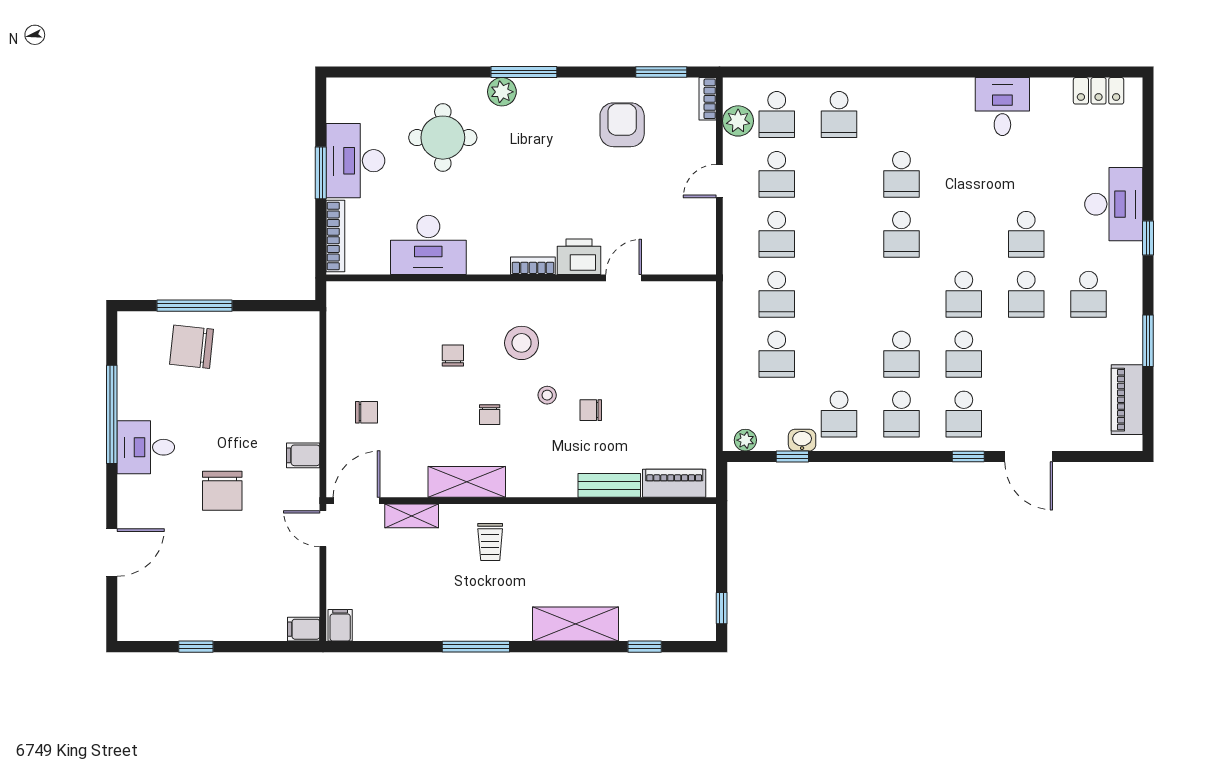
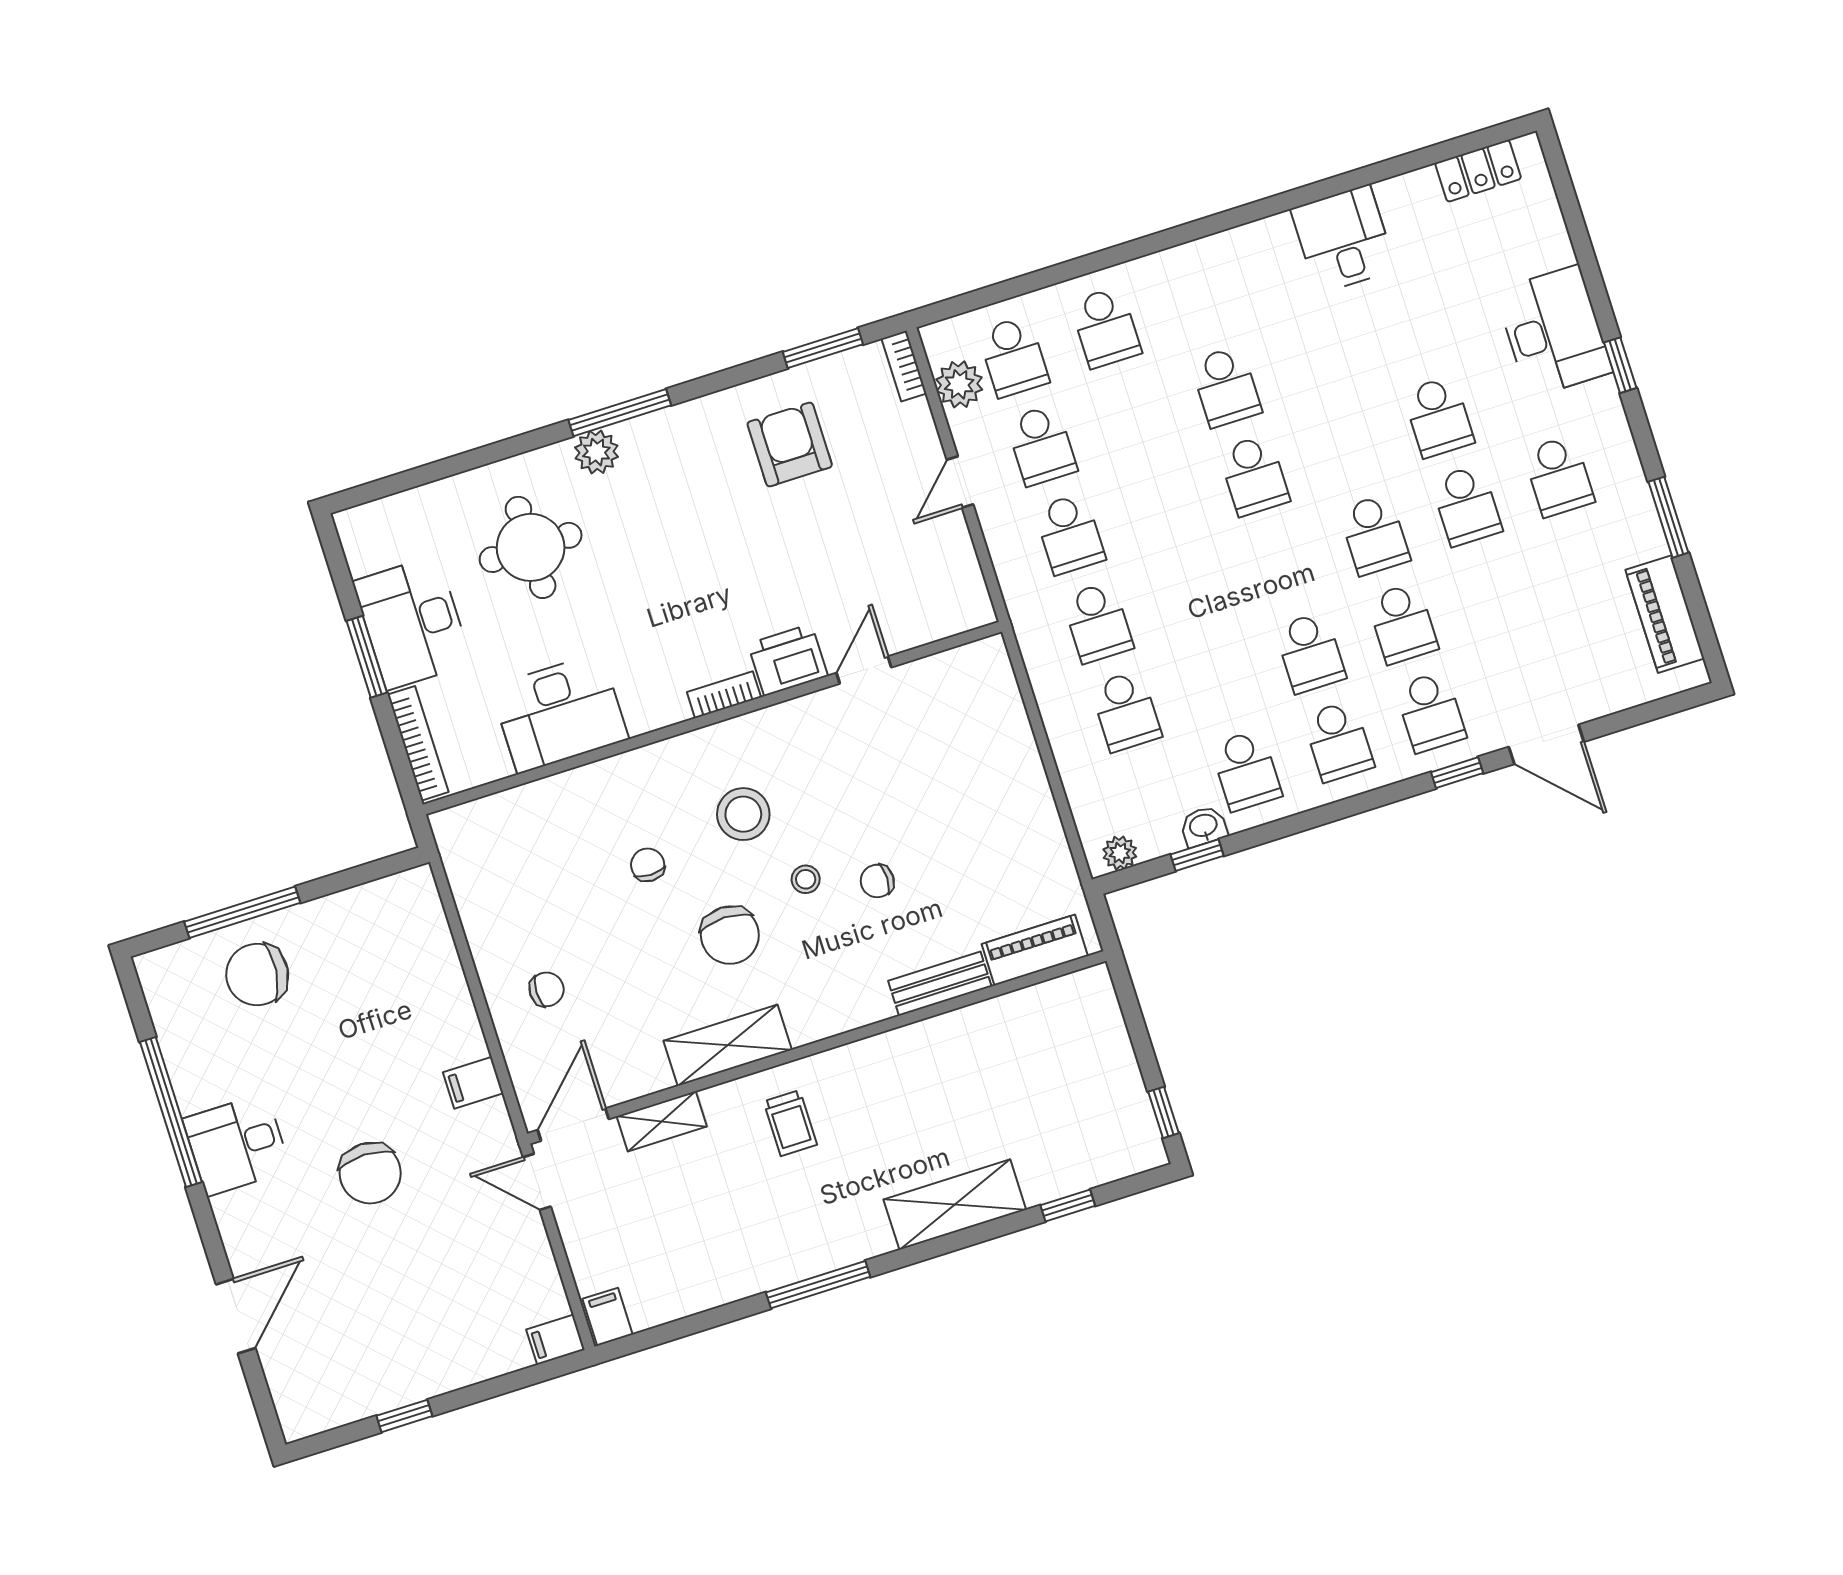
chair: (490, 415) -> (730, 935), width x1.87, depth x1.87

